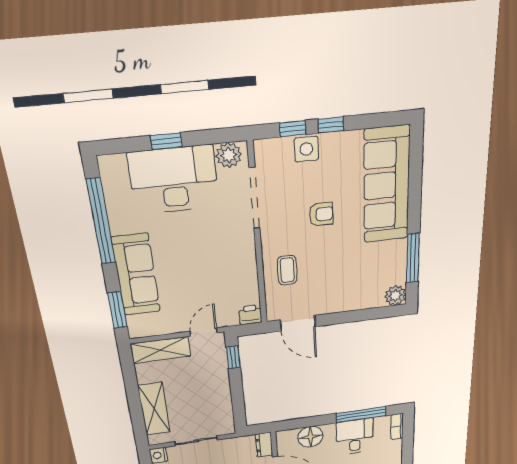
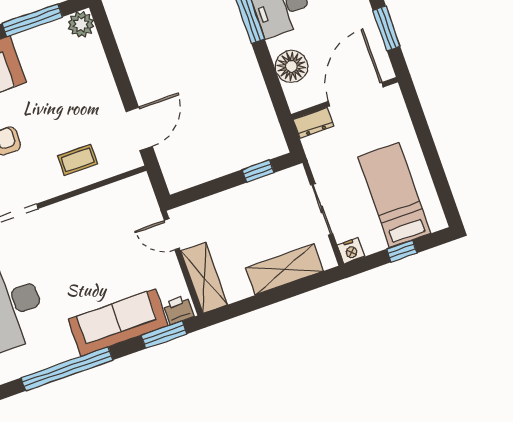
printer: (250, 315) -> (178, 310), moved, turned 90
window: (233, 357) -> (258, 171), moved

